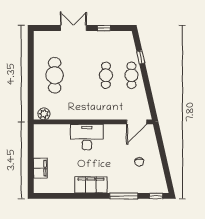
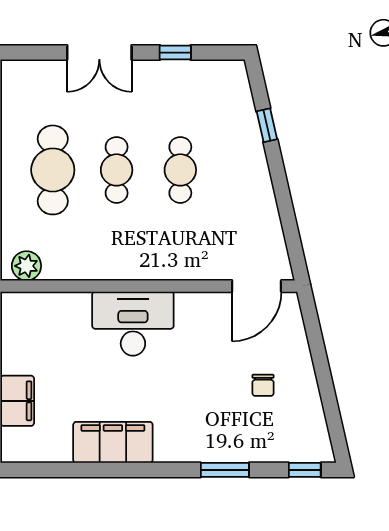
double door: (73, 28) -> (99, 53), swing flipped
cafe table: (132, 75) -> (117, 170), moved
filing cabinet: (91, 185) -> (113, 442), moved
window: (124, 196) -> (225, 470), width x0.69

